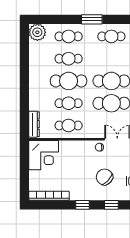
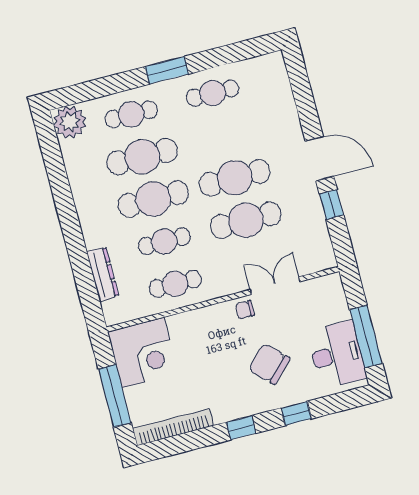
cafe table: (69, 59) -> (142, 157), width x1.37, depth x1.35
dresser: (34, 124) -> (103, 274), moved
window: (24, 173) -> (115, 396), added

